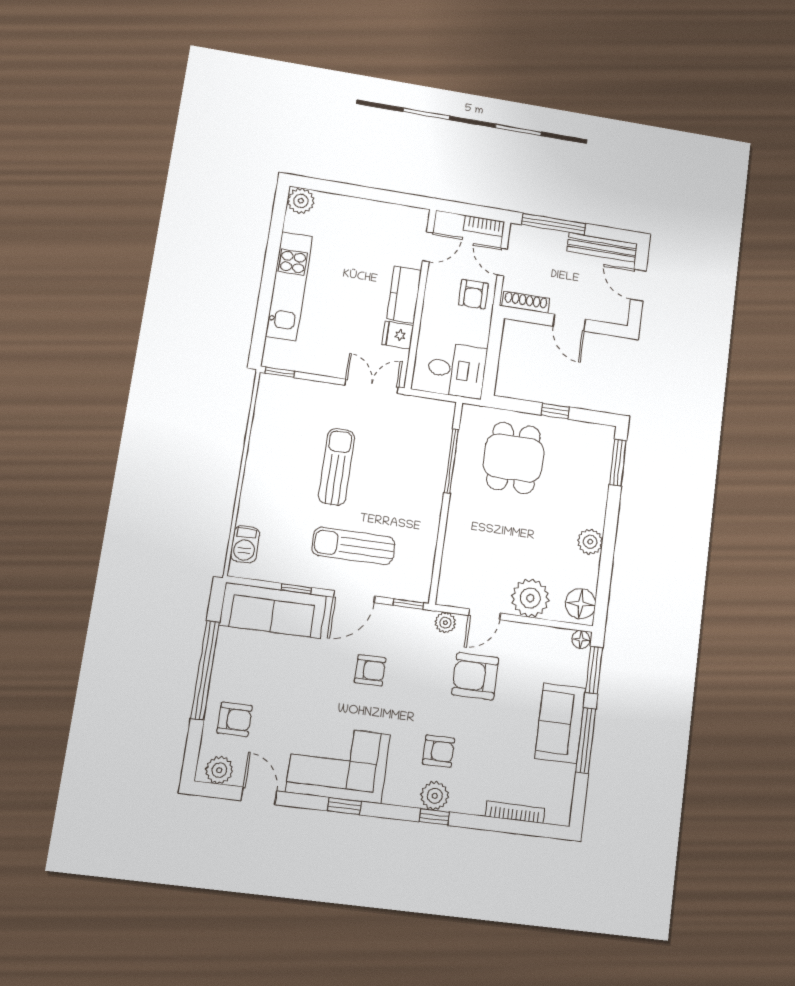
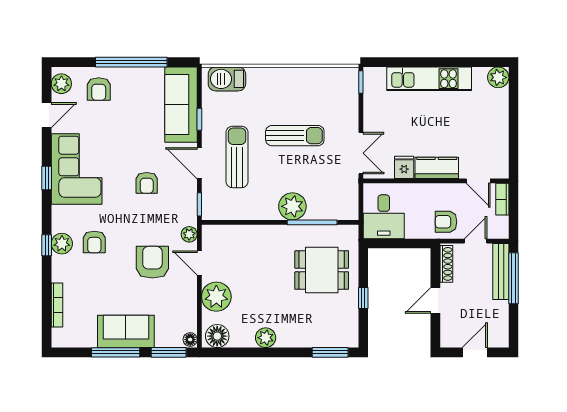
bookcase: (484, 226) -> (502, 199), moved
bench: (602, 247) -> (501, 272), moved
plant: (428, 483) -> (292, 206), added
barbecue: (245, 544) -> (227, 79), width x1.38, depth x1.27

